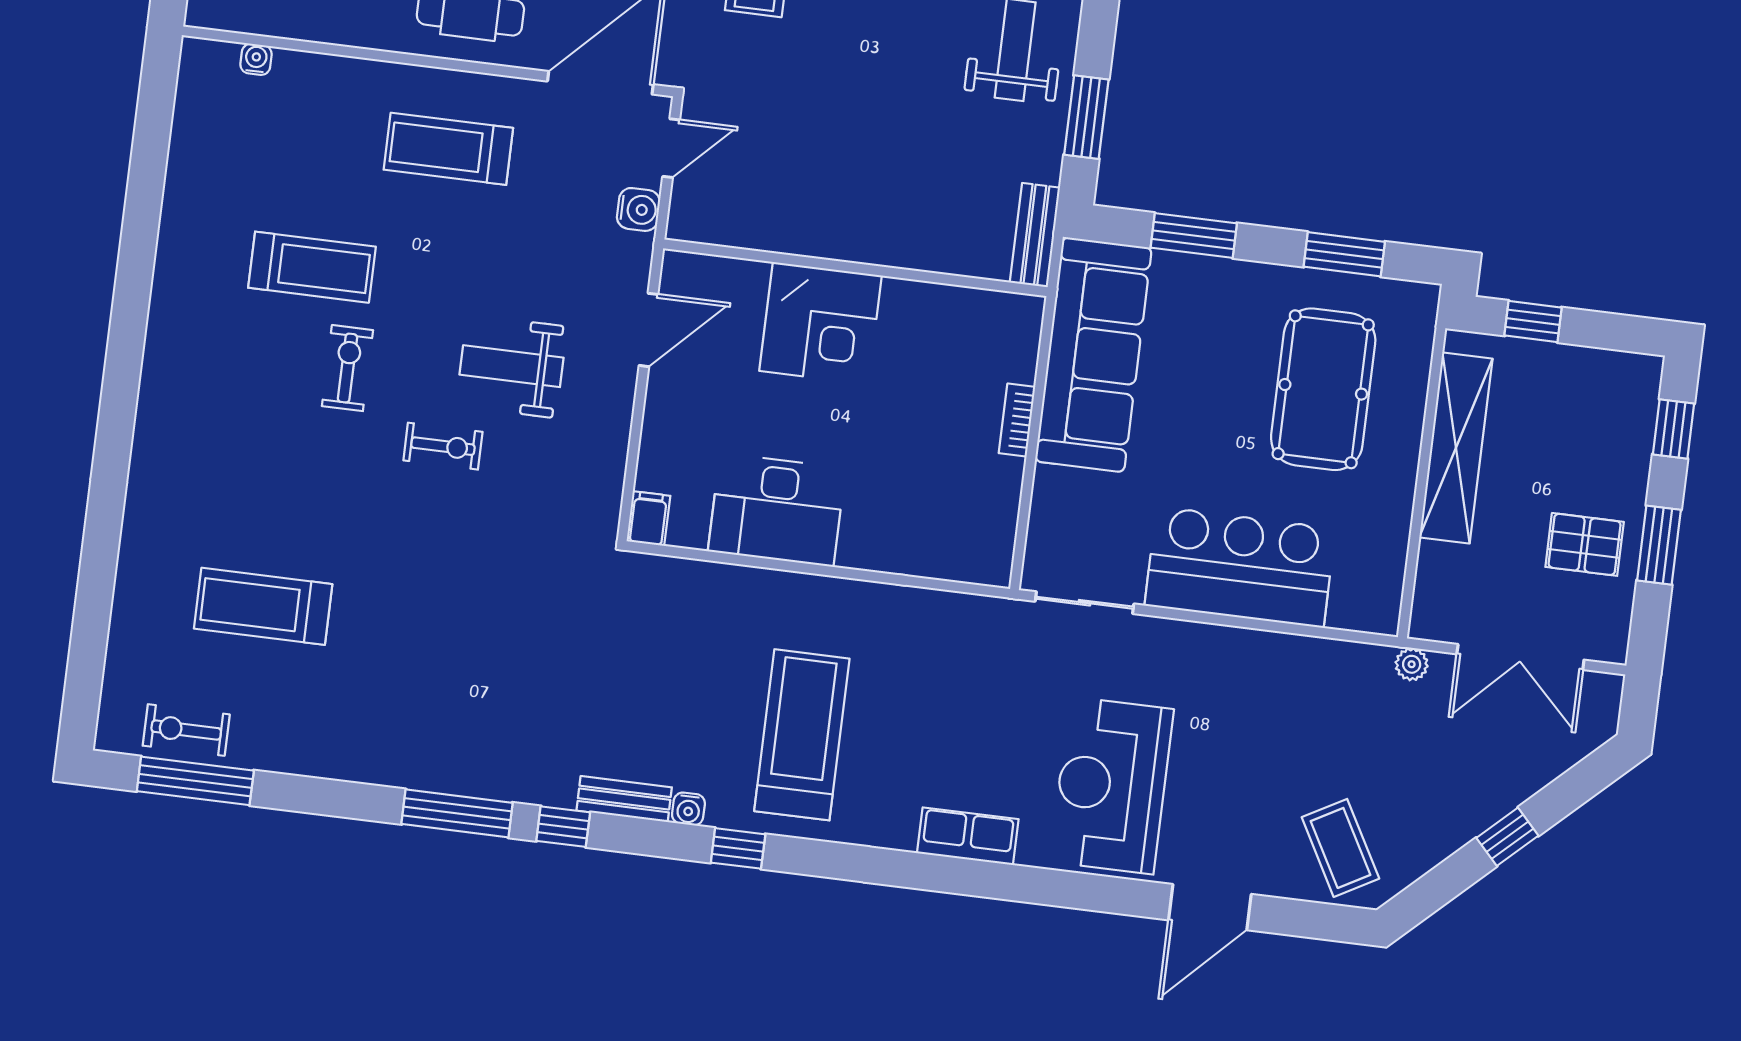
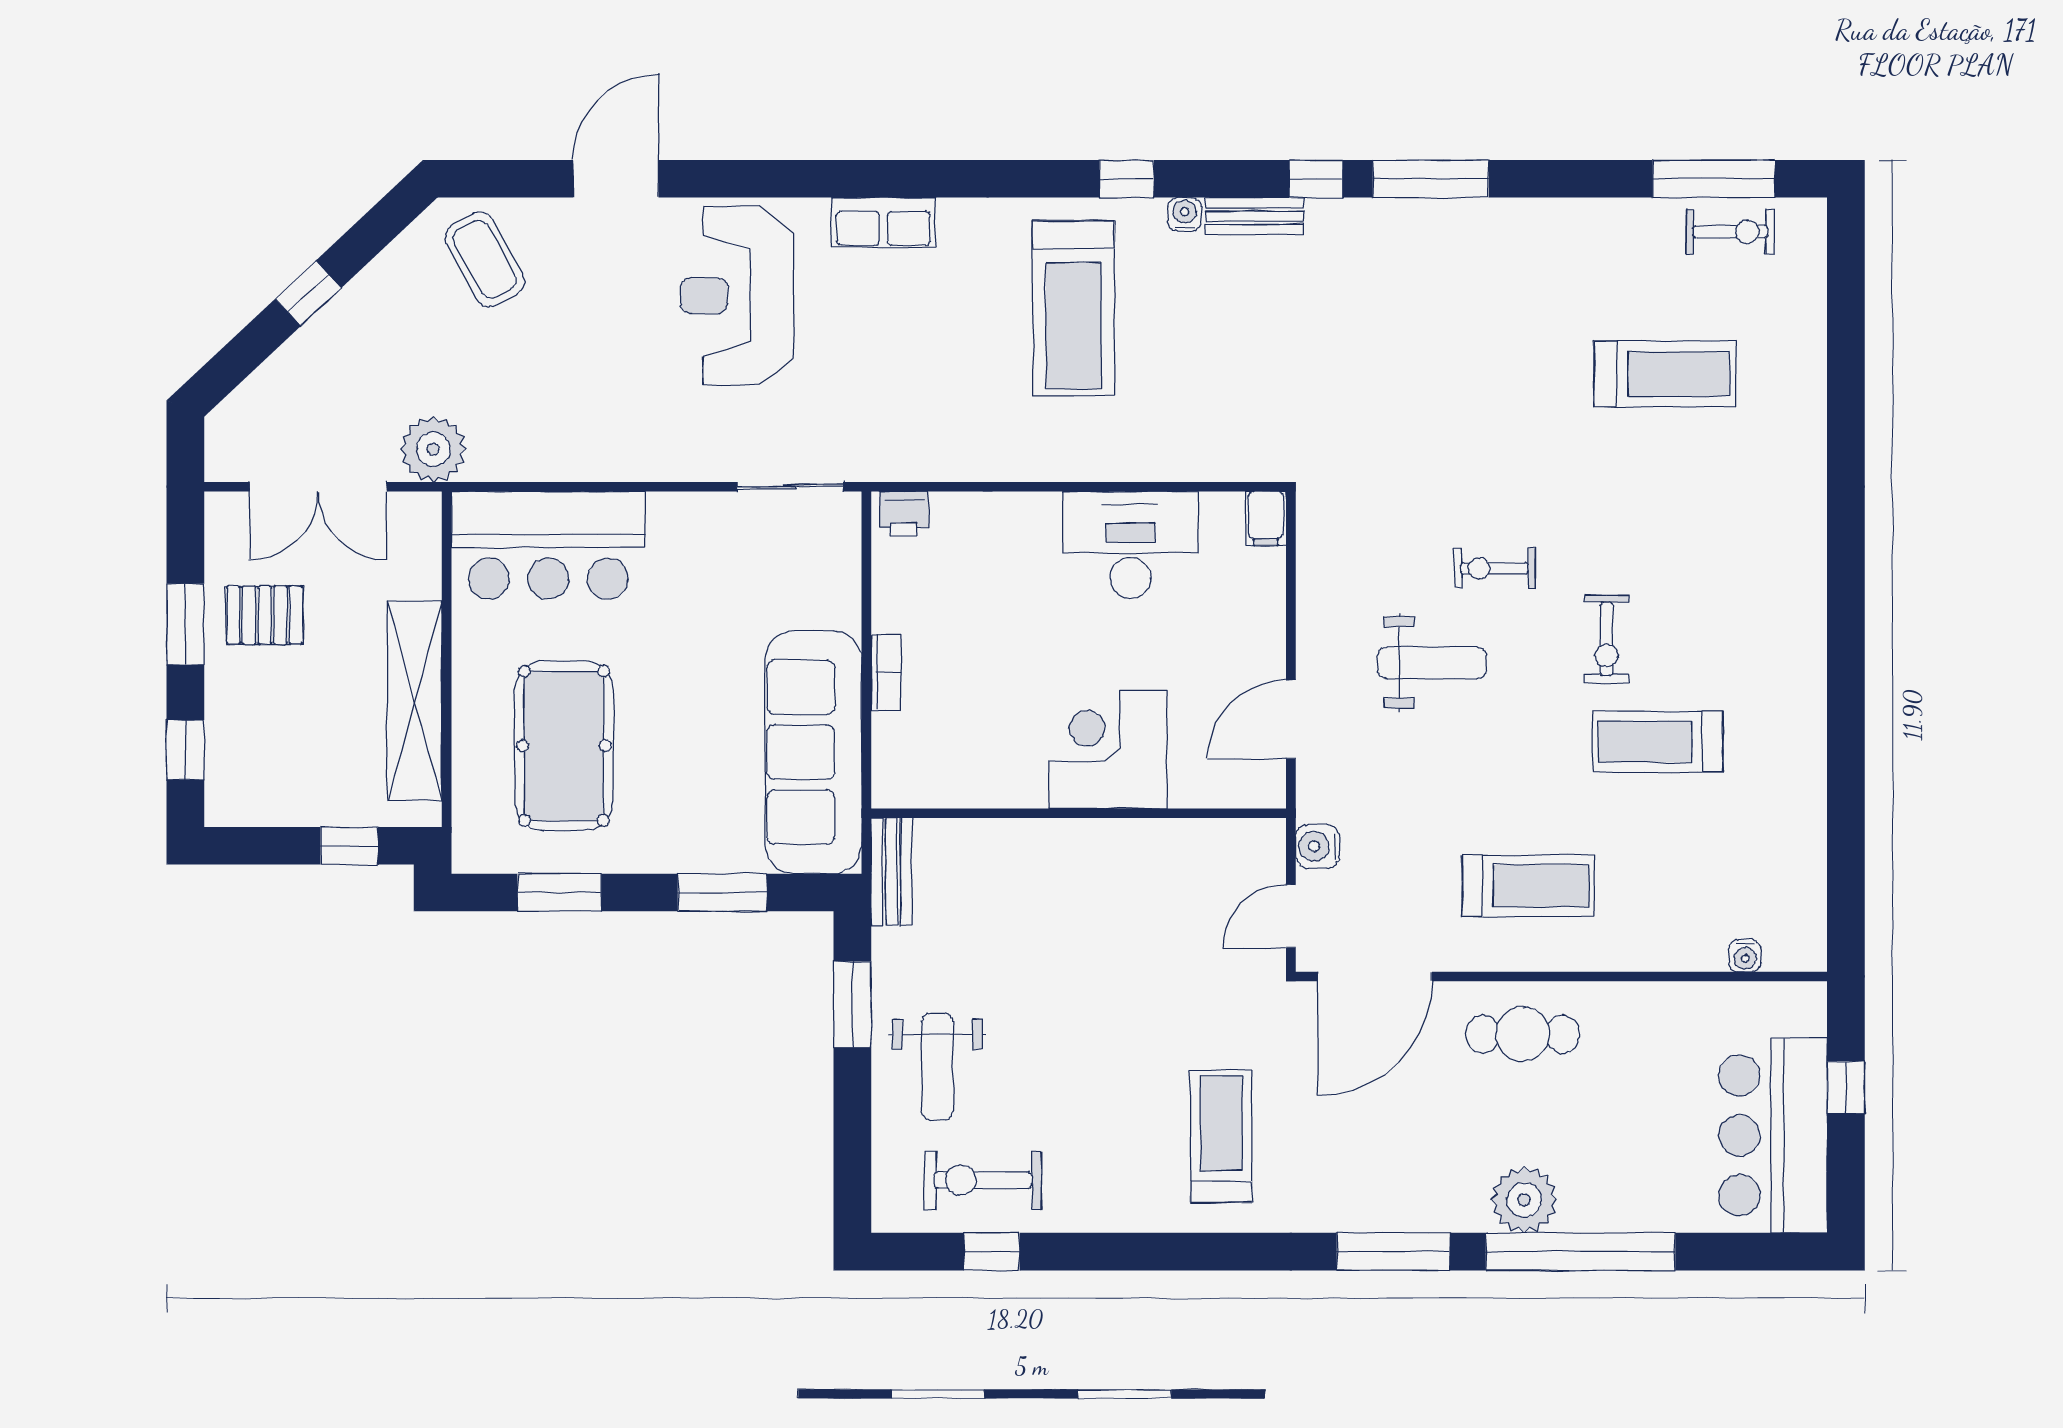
printer: (982, 565) -> (904, 514), added
bar counter: (1240, 567) -> (548, 545), moved
double door: (1520, 657) -> (318, 487), swing flipped
plant: (1412, 664) -> (433, 449), width x1.88, depth x1.88
reception desk: (1112, 785) -> (737, 296), turned 180

